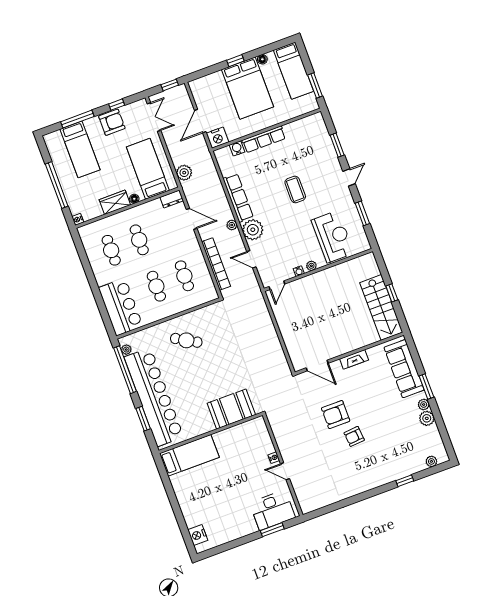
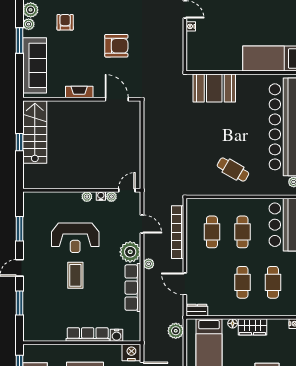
reception desk: (333, 237) -> (75, 238), moved, turned -90
plant: (289, 274) -> (111, 197), added
armchair: (354, 436) -> (65, 22), moved, turned -85

